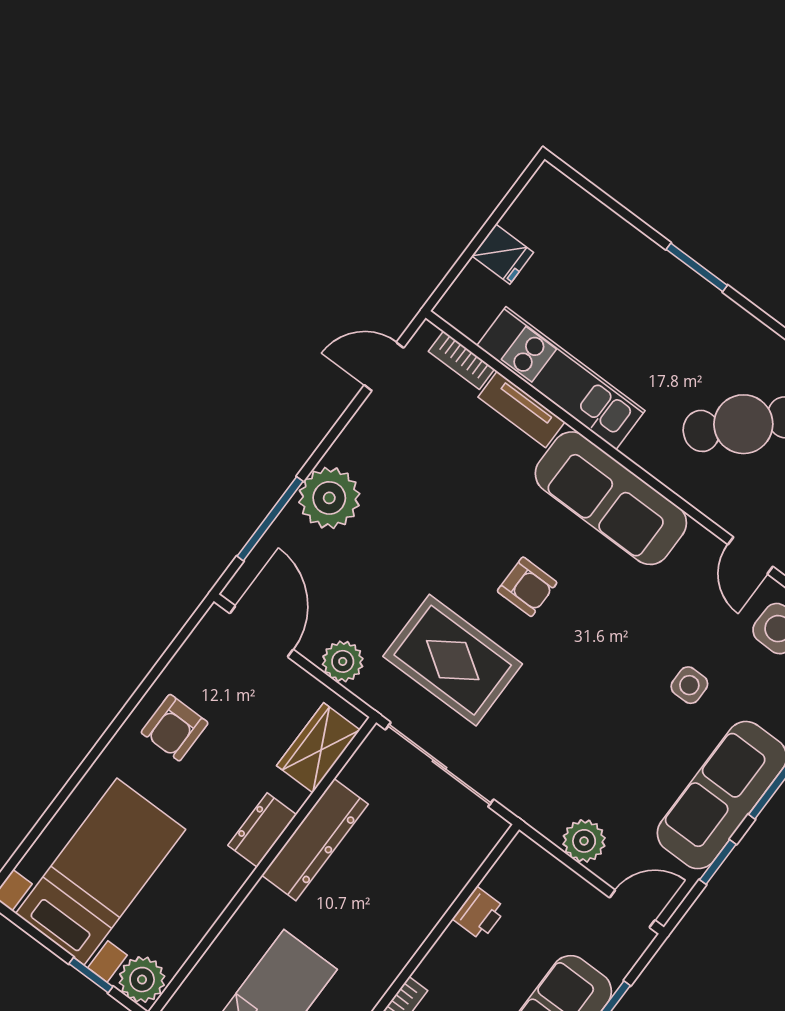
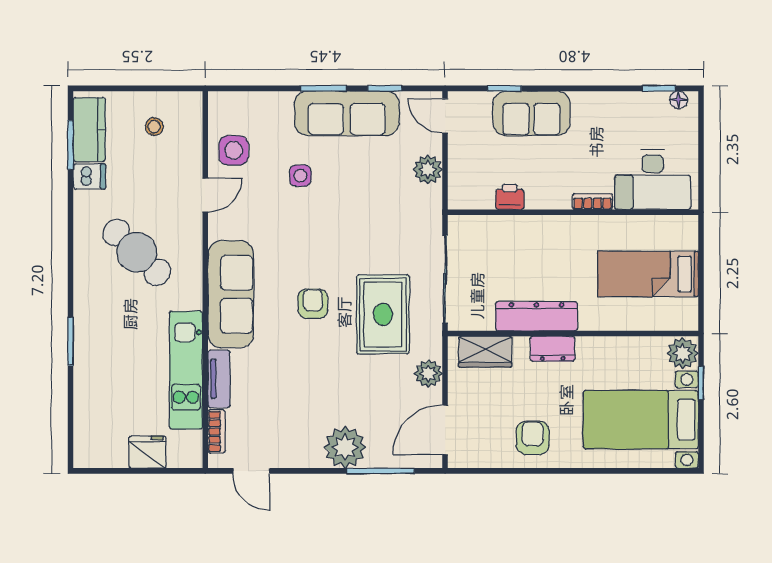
fridge: (503, 254) -> (147, 452), width x1.38
armchair: (175, 728) -> (533, 438), turned -90

